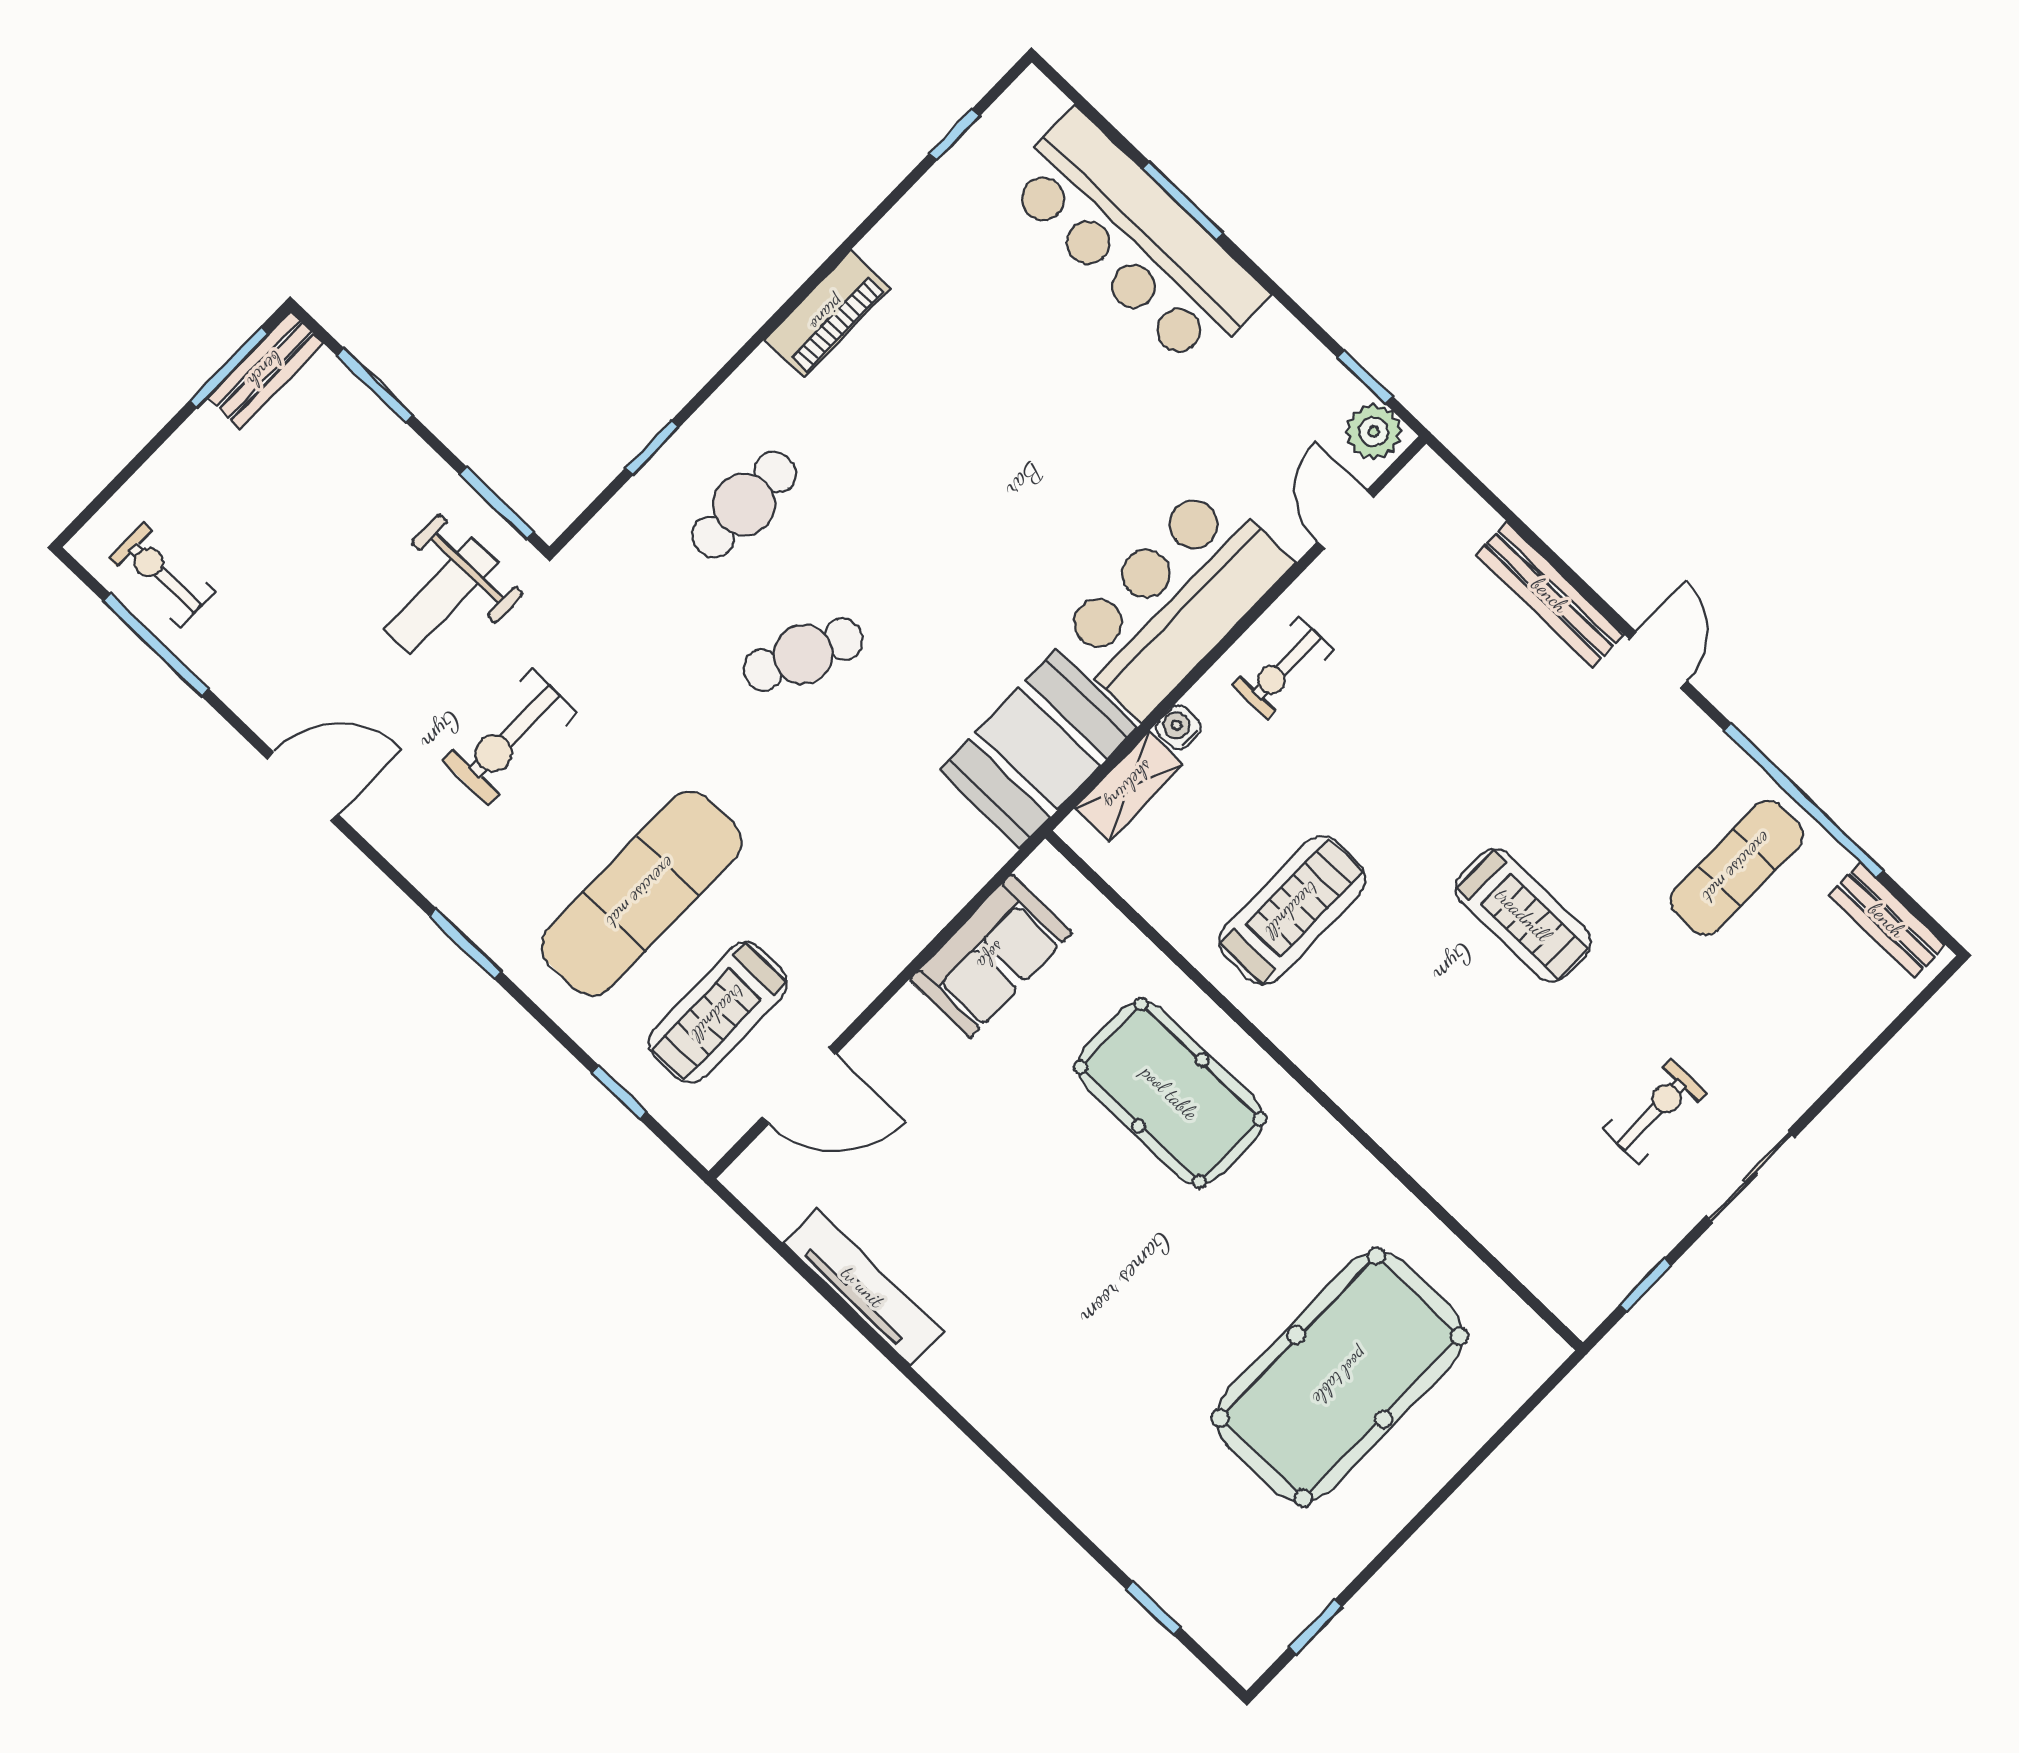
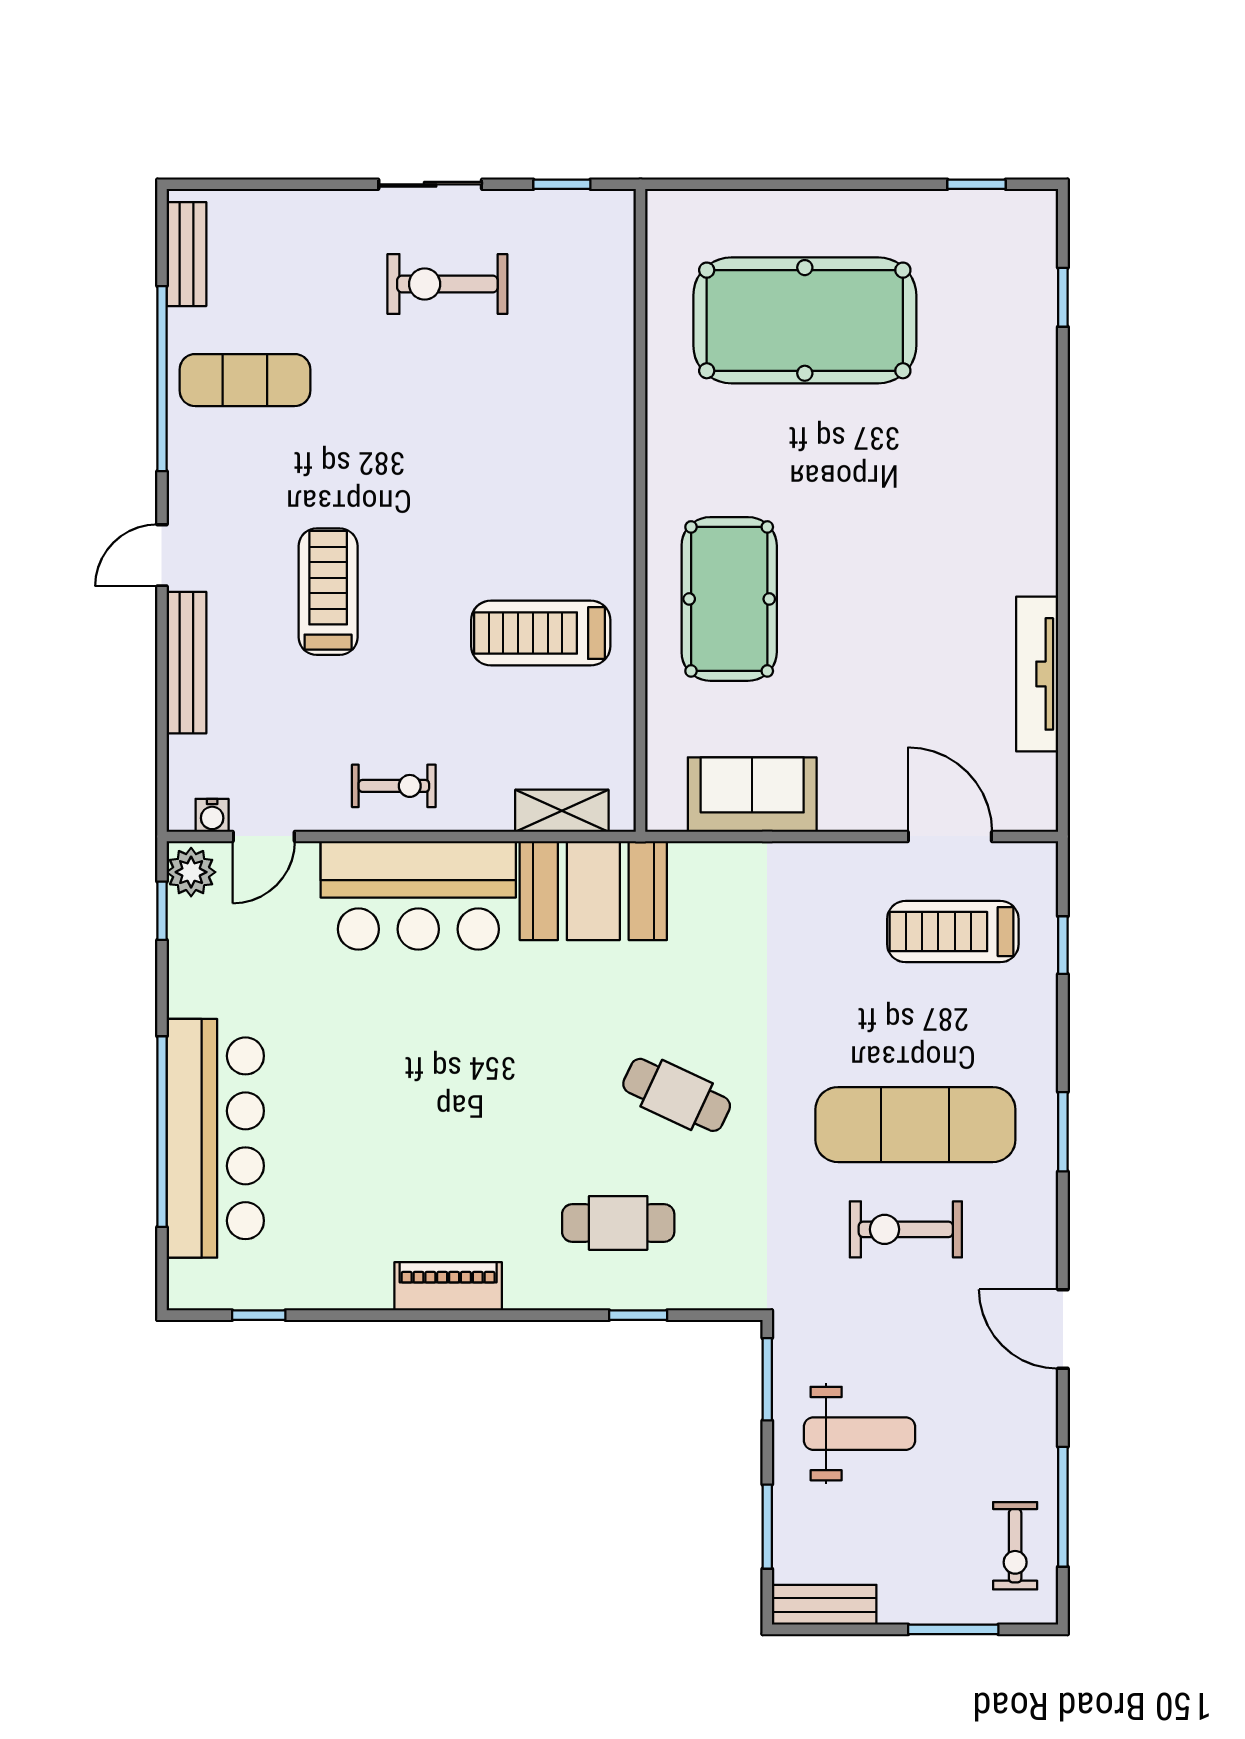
window: (1183, 201) -> (162, 1132), width x2.11
window: (229, 367) -> (953, 1629), moved
weight bench: (441, 596) -> (859, 1434), moved
water cooler: (1179, 727) -> (212, 815), moved
exercise bike: (510, 737) -> (906, 1229), turned 180
exercise mat: (641, 893) -> (915, 1125), moved
treadmill: (1523, 915) -> (328, 592), moved
treadmill: (718, 1013) -> (953, 932), turned 180
exercise bike: (1655, 1111) -> (447, 284), width x1.38, depth x1.39

